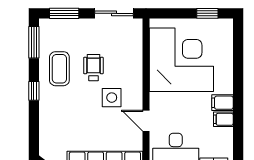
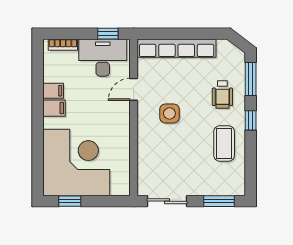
window: (34, 42) -> (251, 79), moved
corner desk: (181, 60) -> (76, 163), moved, turned 180
wheelchair: (93, 68) -> (222, 95), moved
door: (146, 121) -> (134, 89), swing flipped

